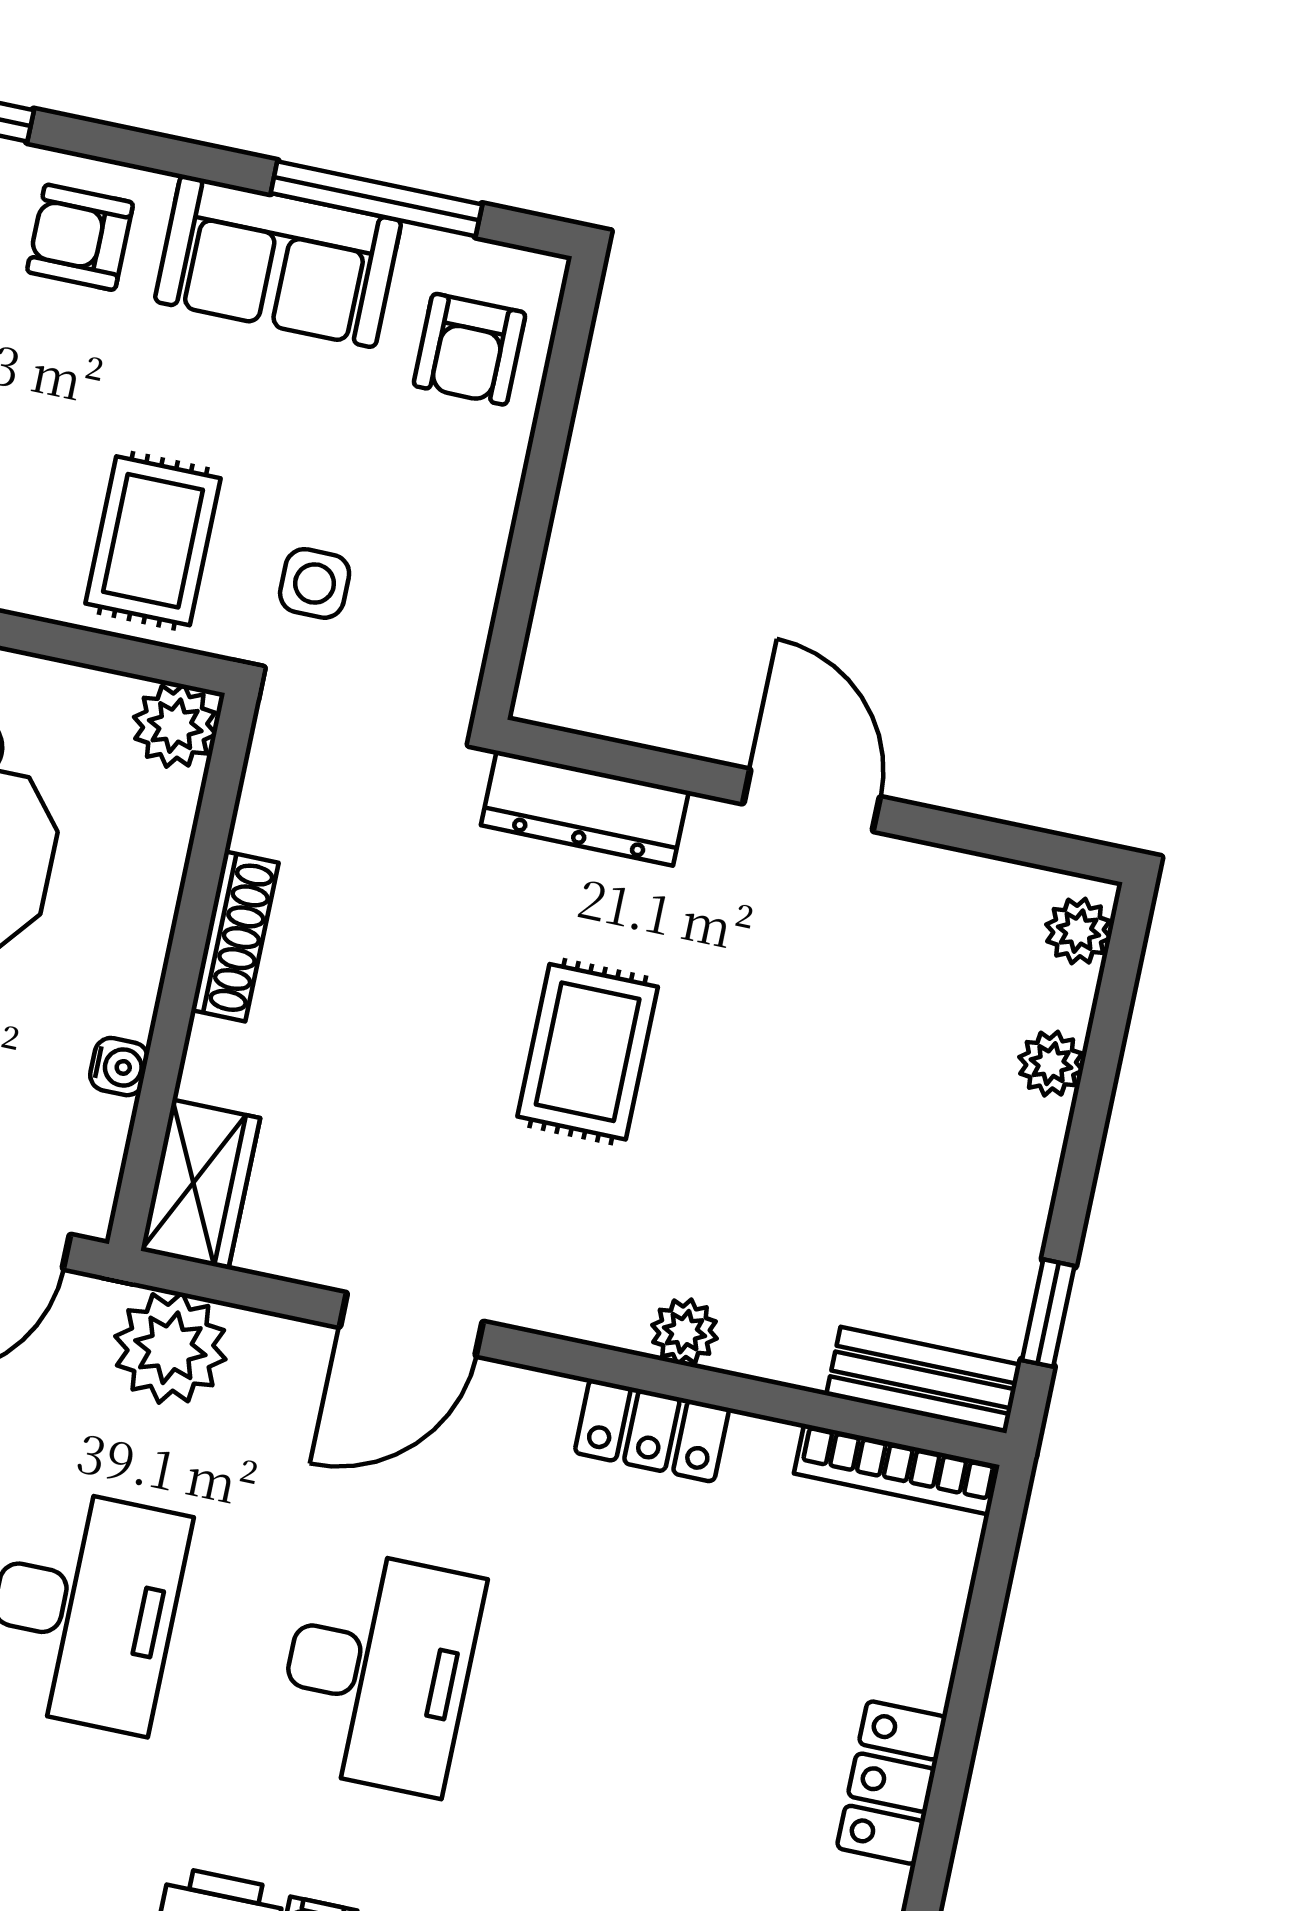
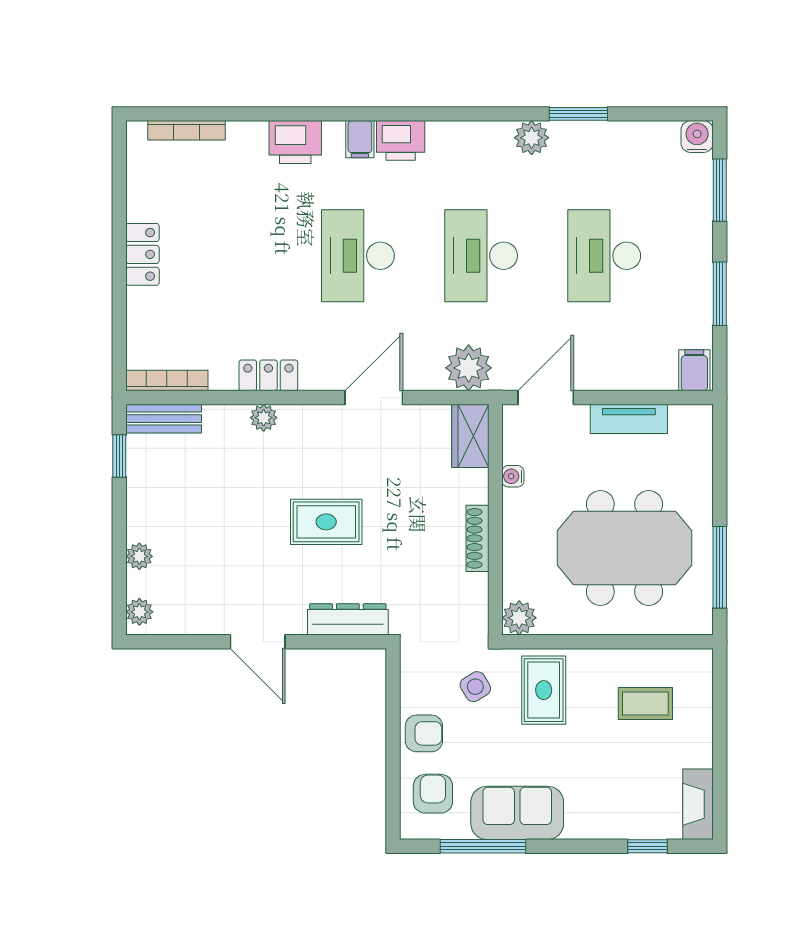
armchair: (80, 237) -> (424, 733), moved
side table: (315, 583) -> (475, 687), turned -31
rug: (588, 1052) -> (326, 522), turned 90

